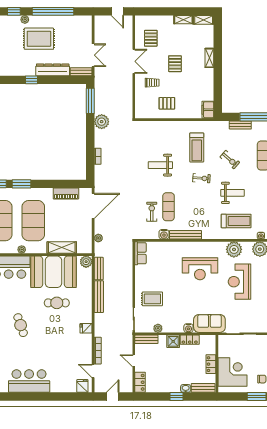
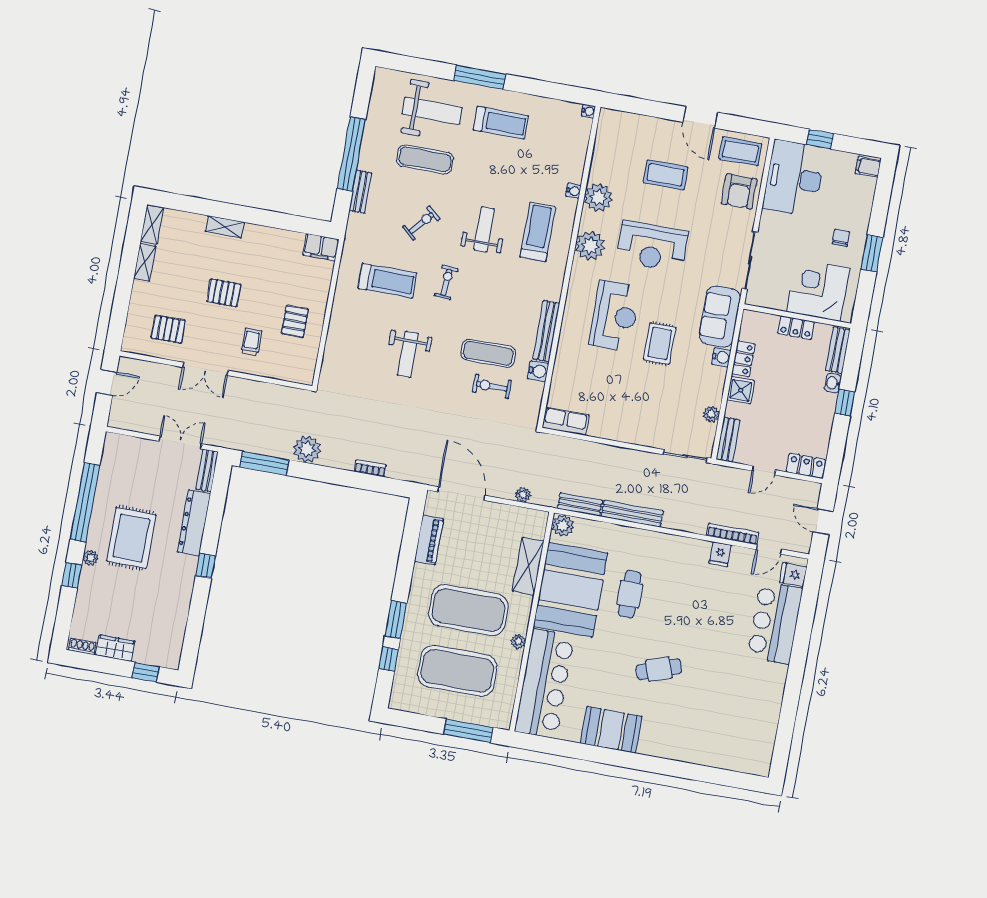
double door: (134, 61) -> (205, 369), swing flipped
rug: (152, 299) -> (660, 344), moved
fridge: (86, 328) -> (720, 554), moved
bar counter: (29, 381) -> (775, 623), moved

